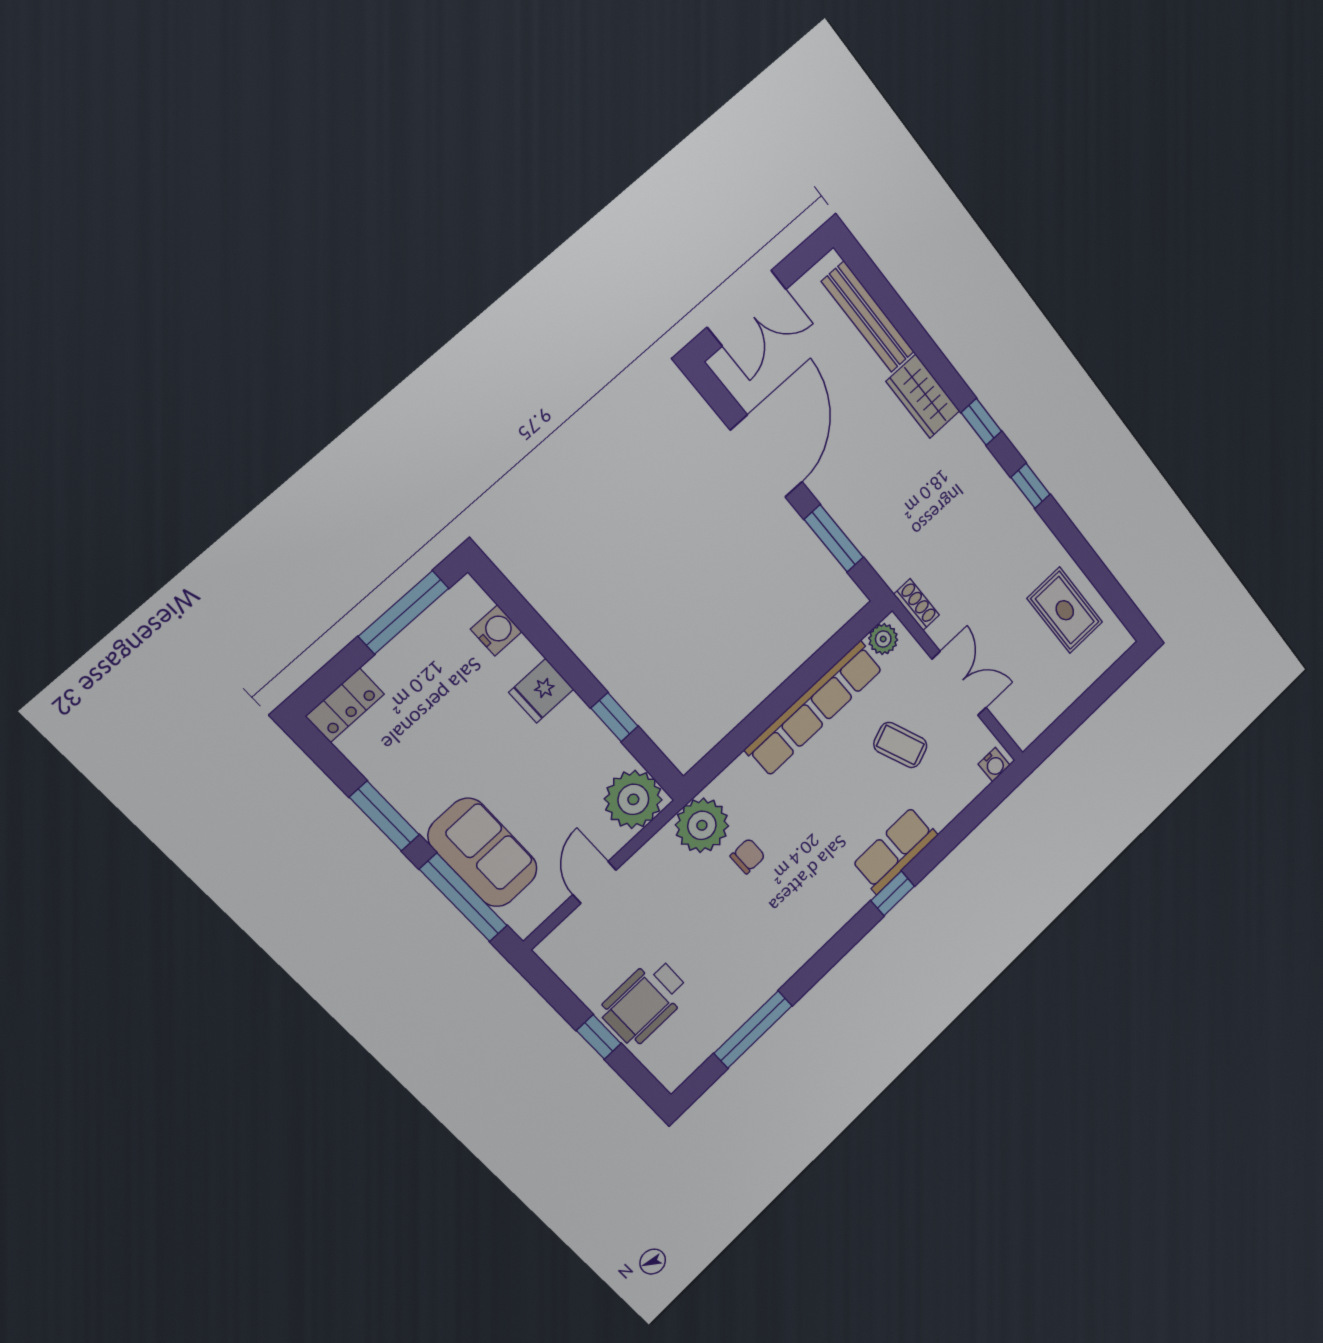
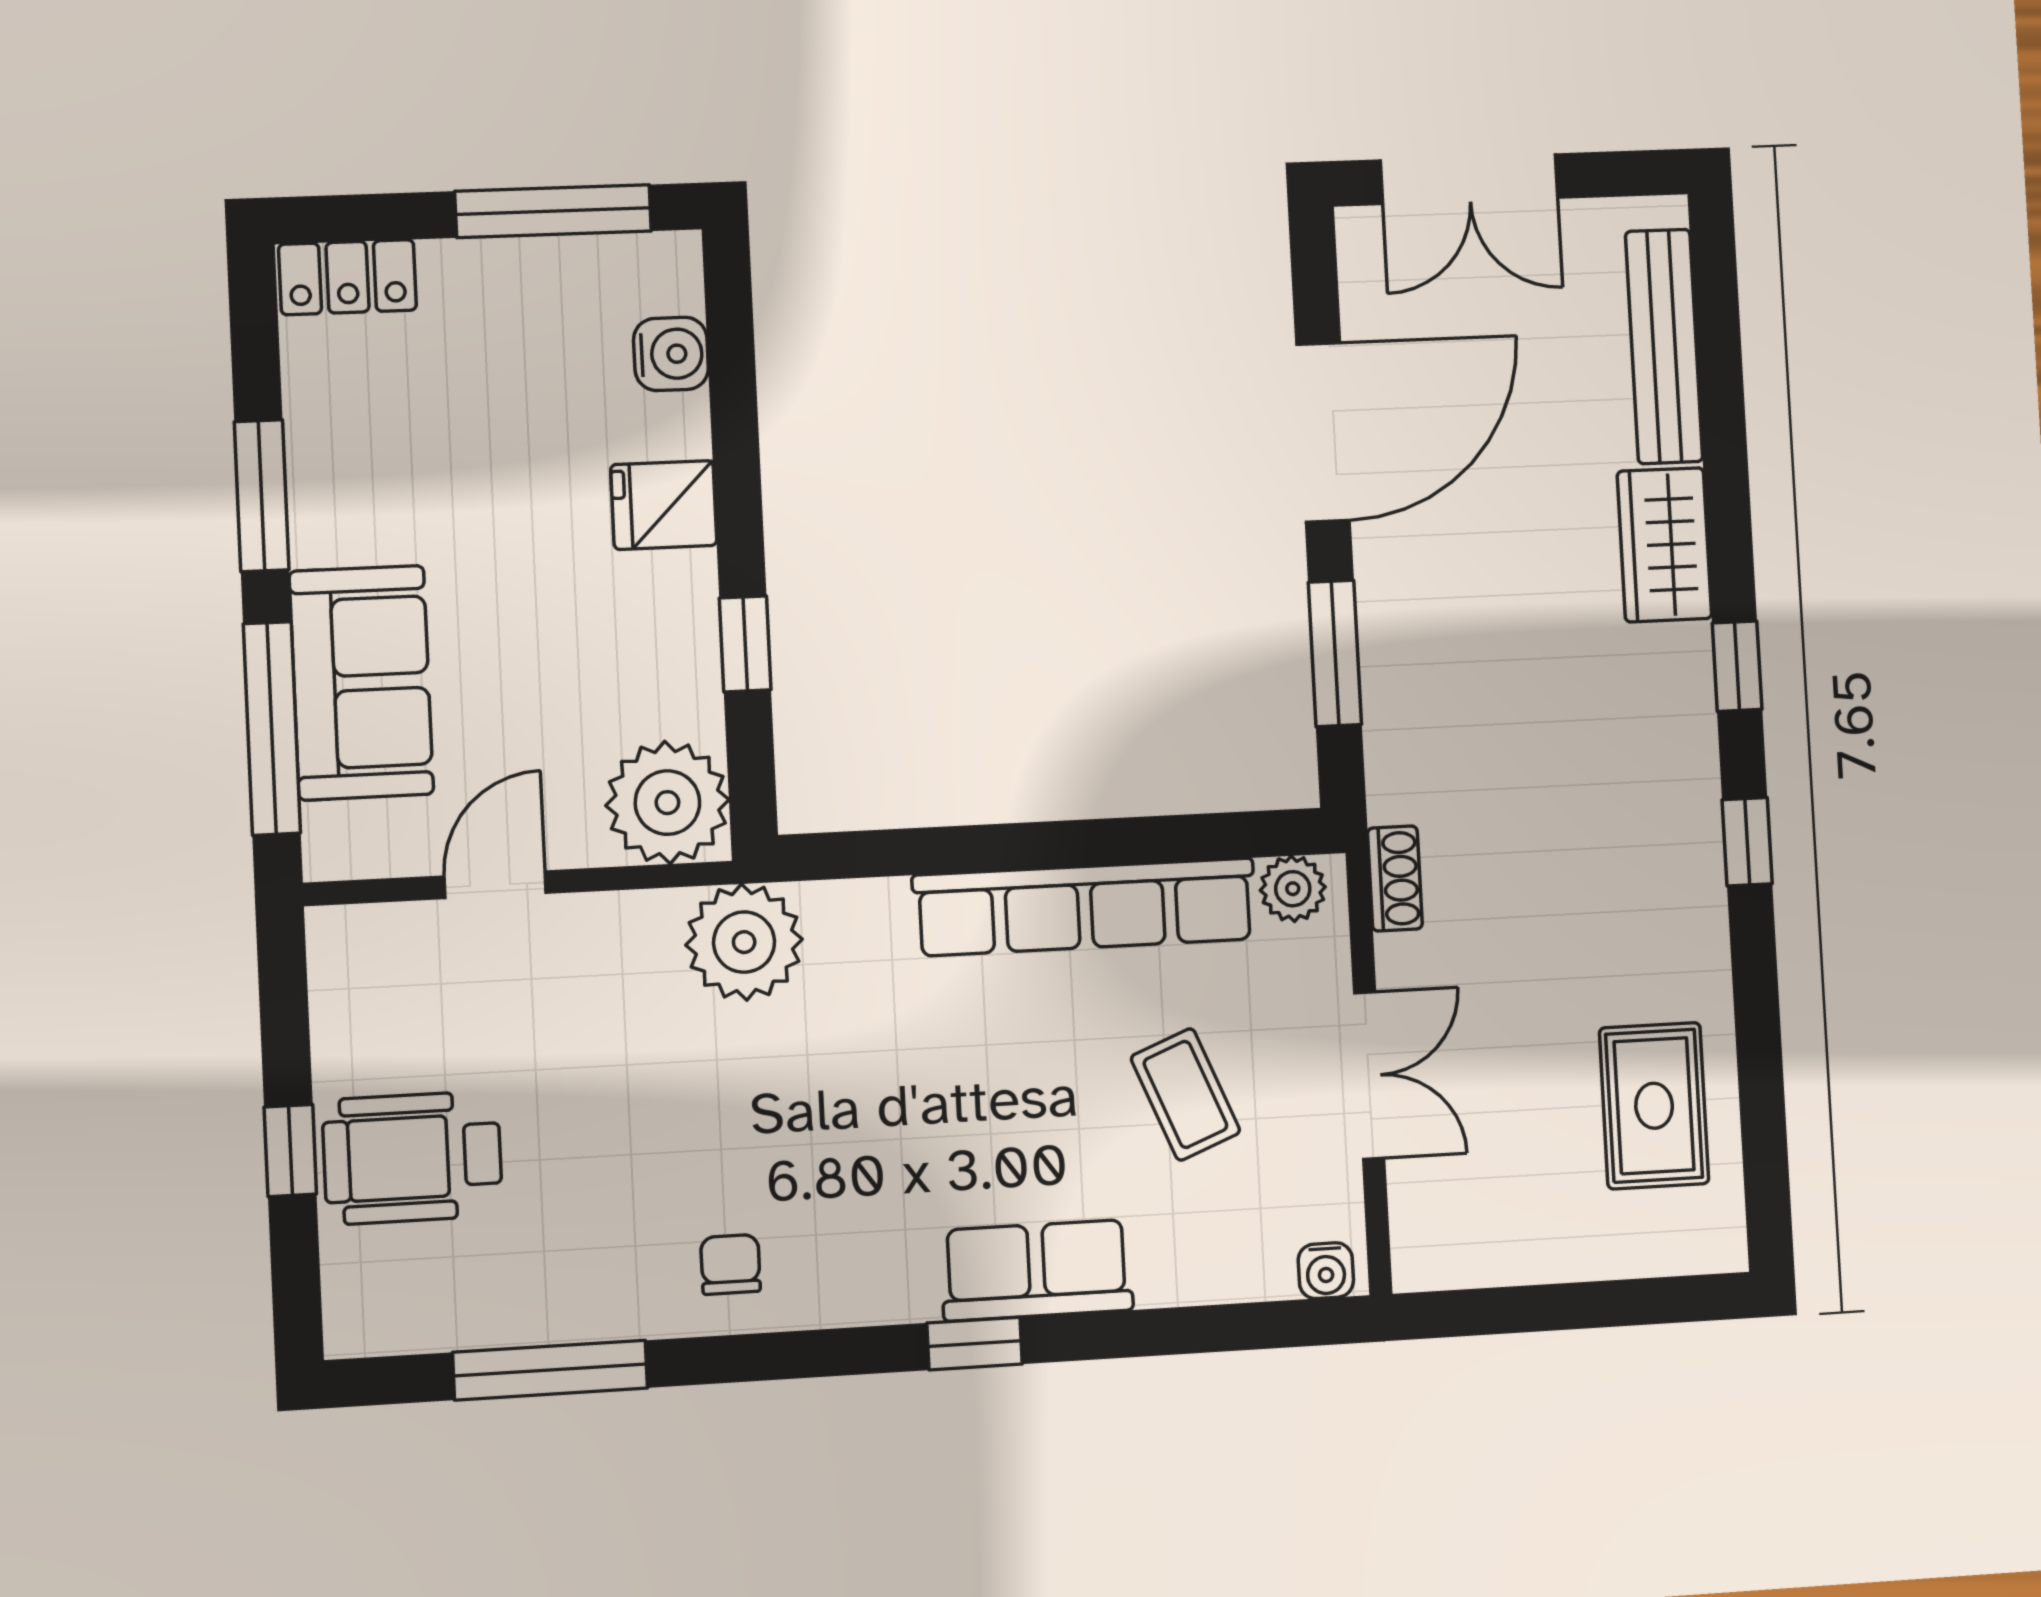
chair: (748, 856) -> (730, 1264), moved, turned -90

